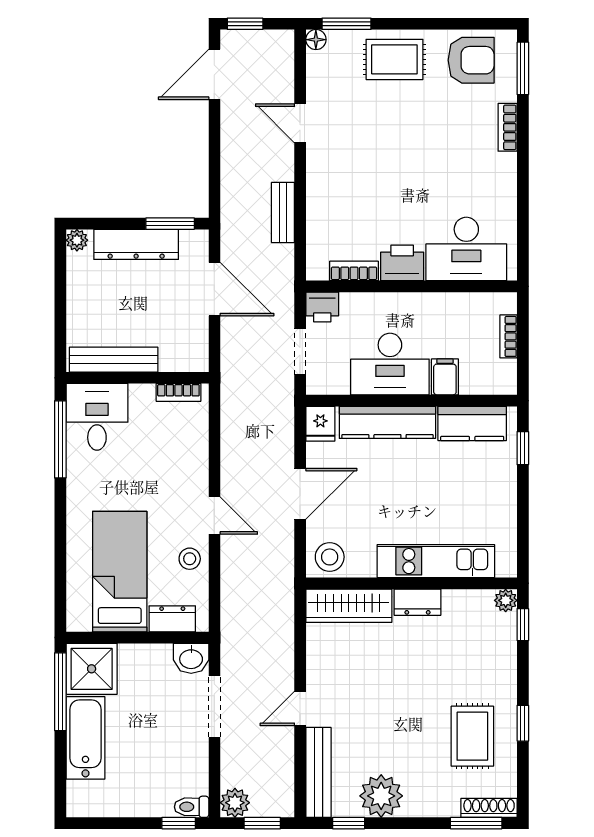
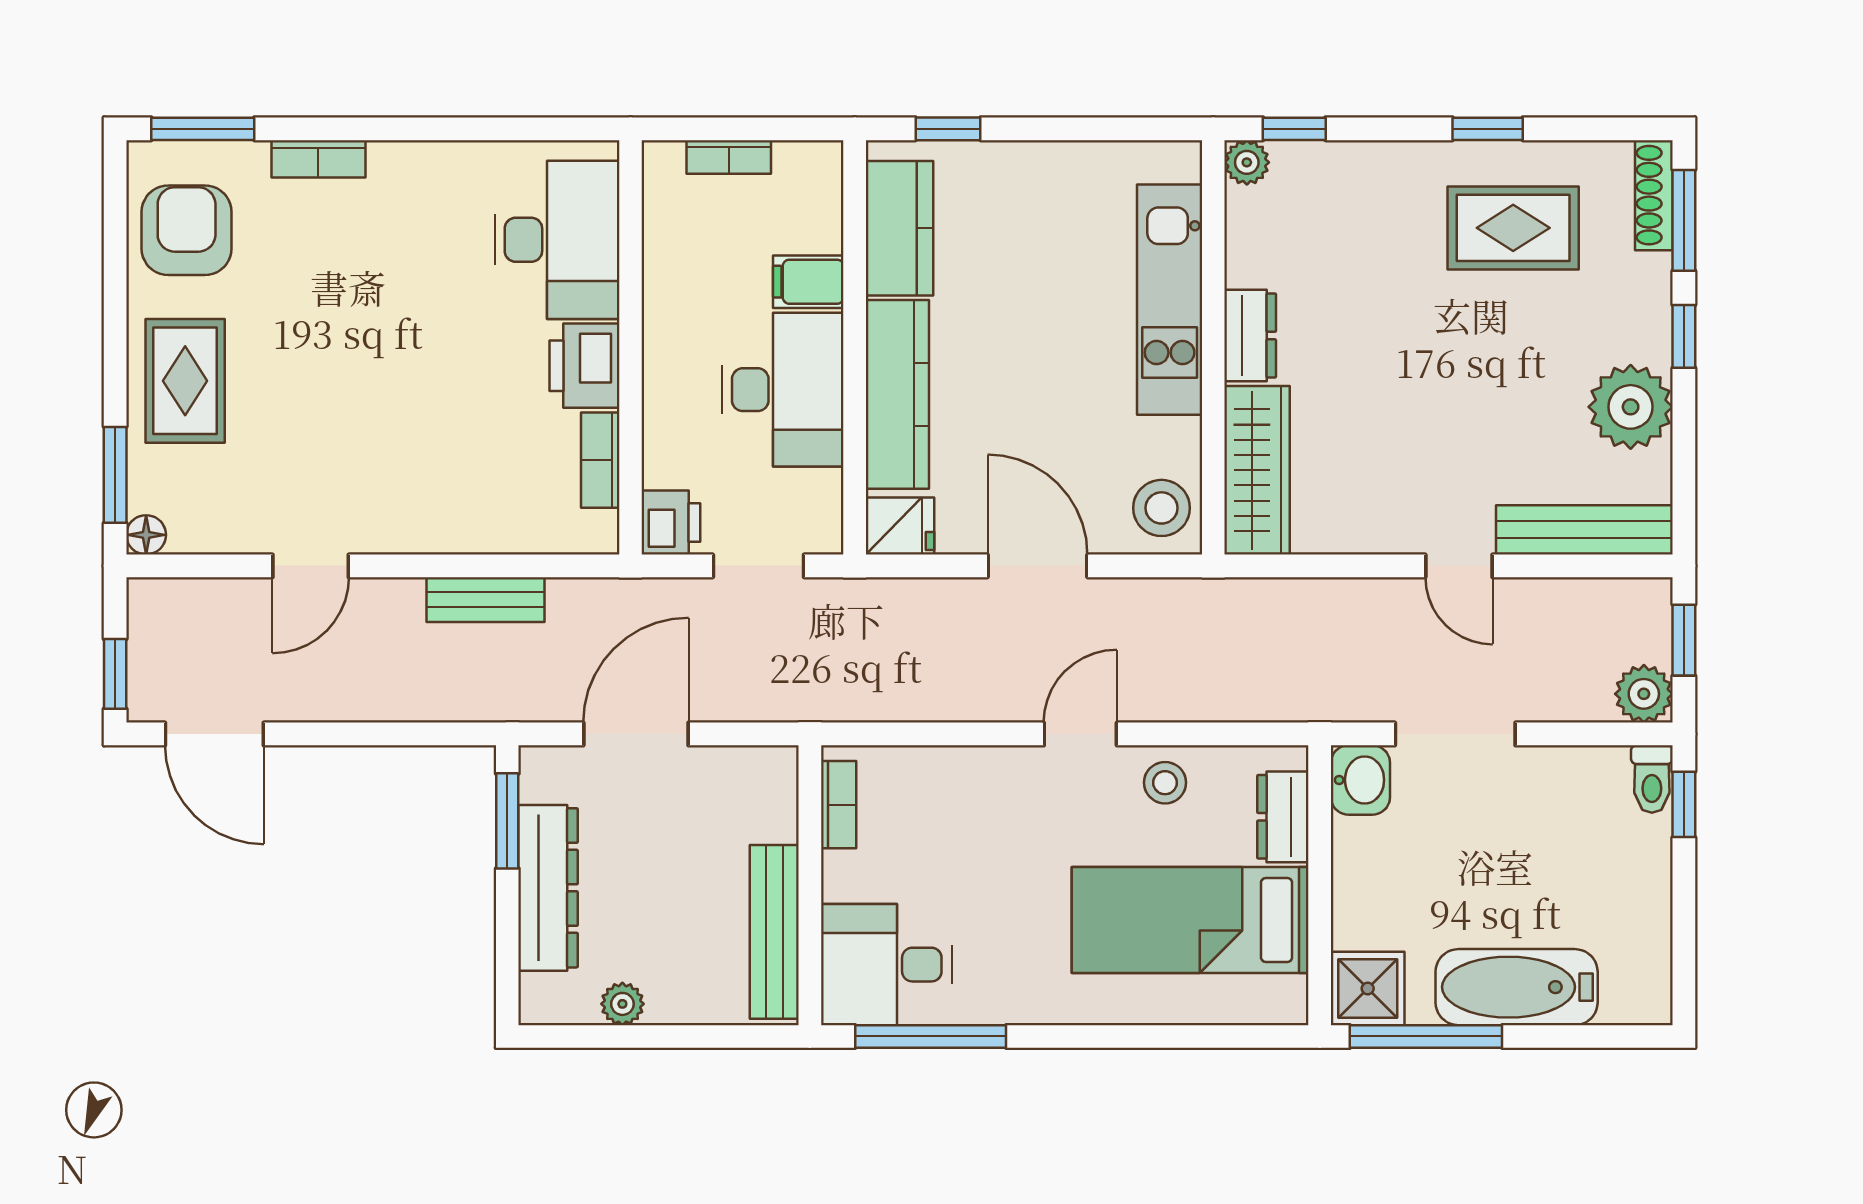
plant: (77, 240) -> (622, 1004), moved
shower: (92, 669) -> (1368, 988), width x0.73, depth x0.73
window: (349, 823) -> (1684, 336), moved

